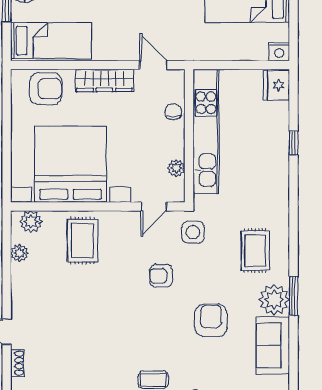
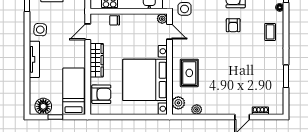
armchair: (46, 89) -> (101, 94), turned 90
plant: (176, 168) -> (162, 19), moved
rug: (83, 240) -> (189, 73), turned 90
armchair: (161, 276) -> (233, 25), moved

